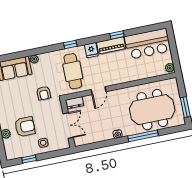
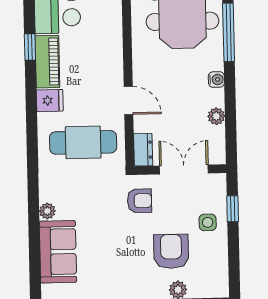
window: (70, 45) -> (32, 138), removed
armchair: (44, 93) -> (140, 201), moved
plant: (99, 137) -> (216, 116), added
window: (29, 159) -> (233, 209), moved

